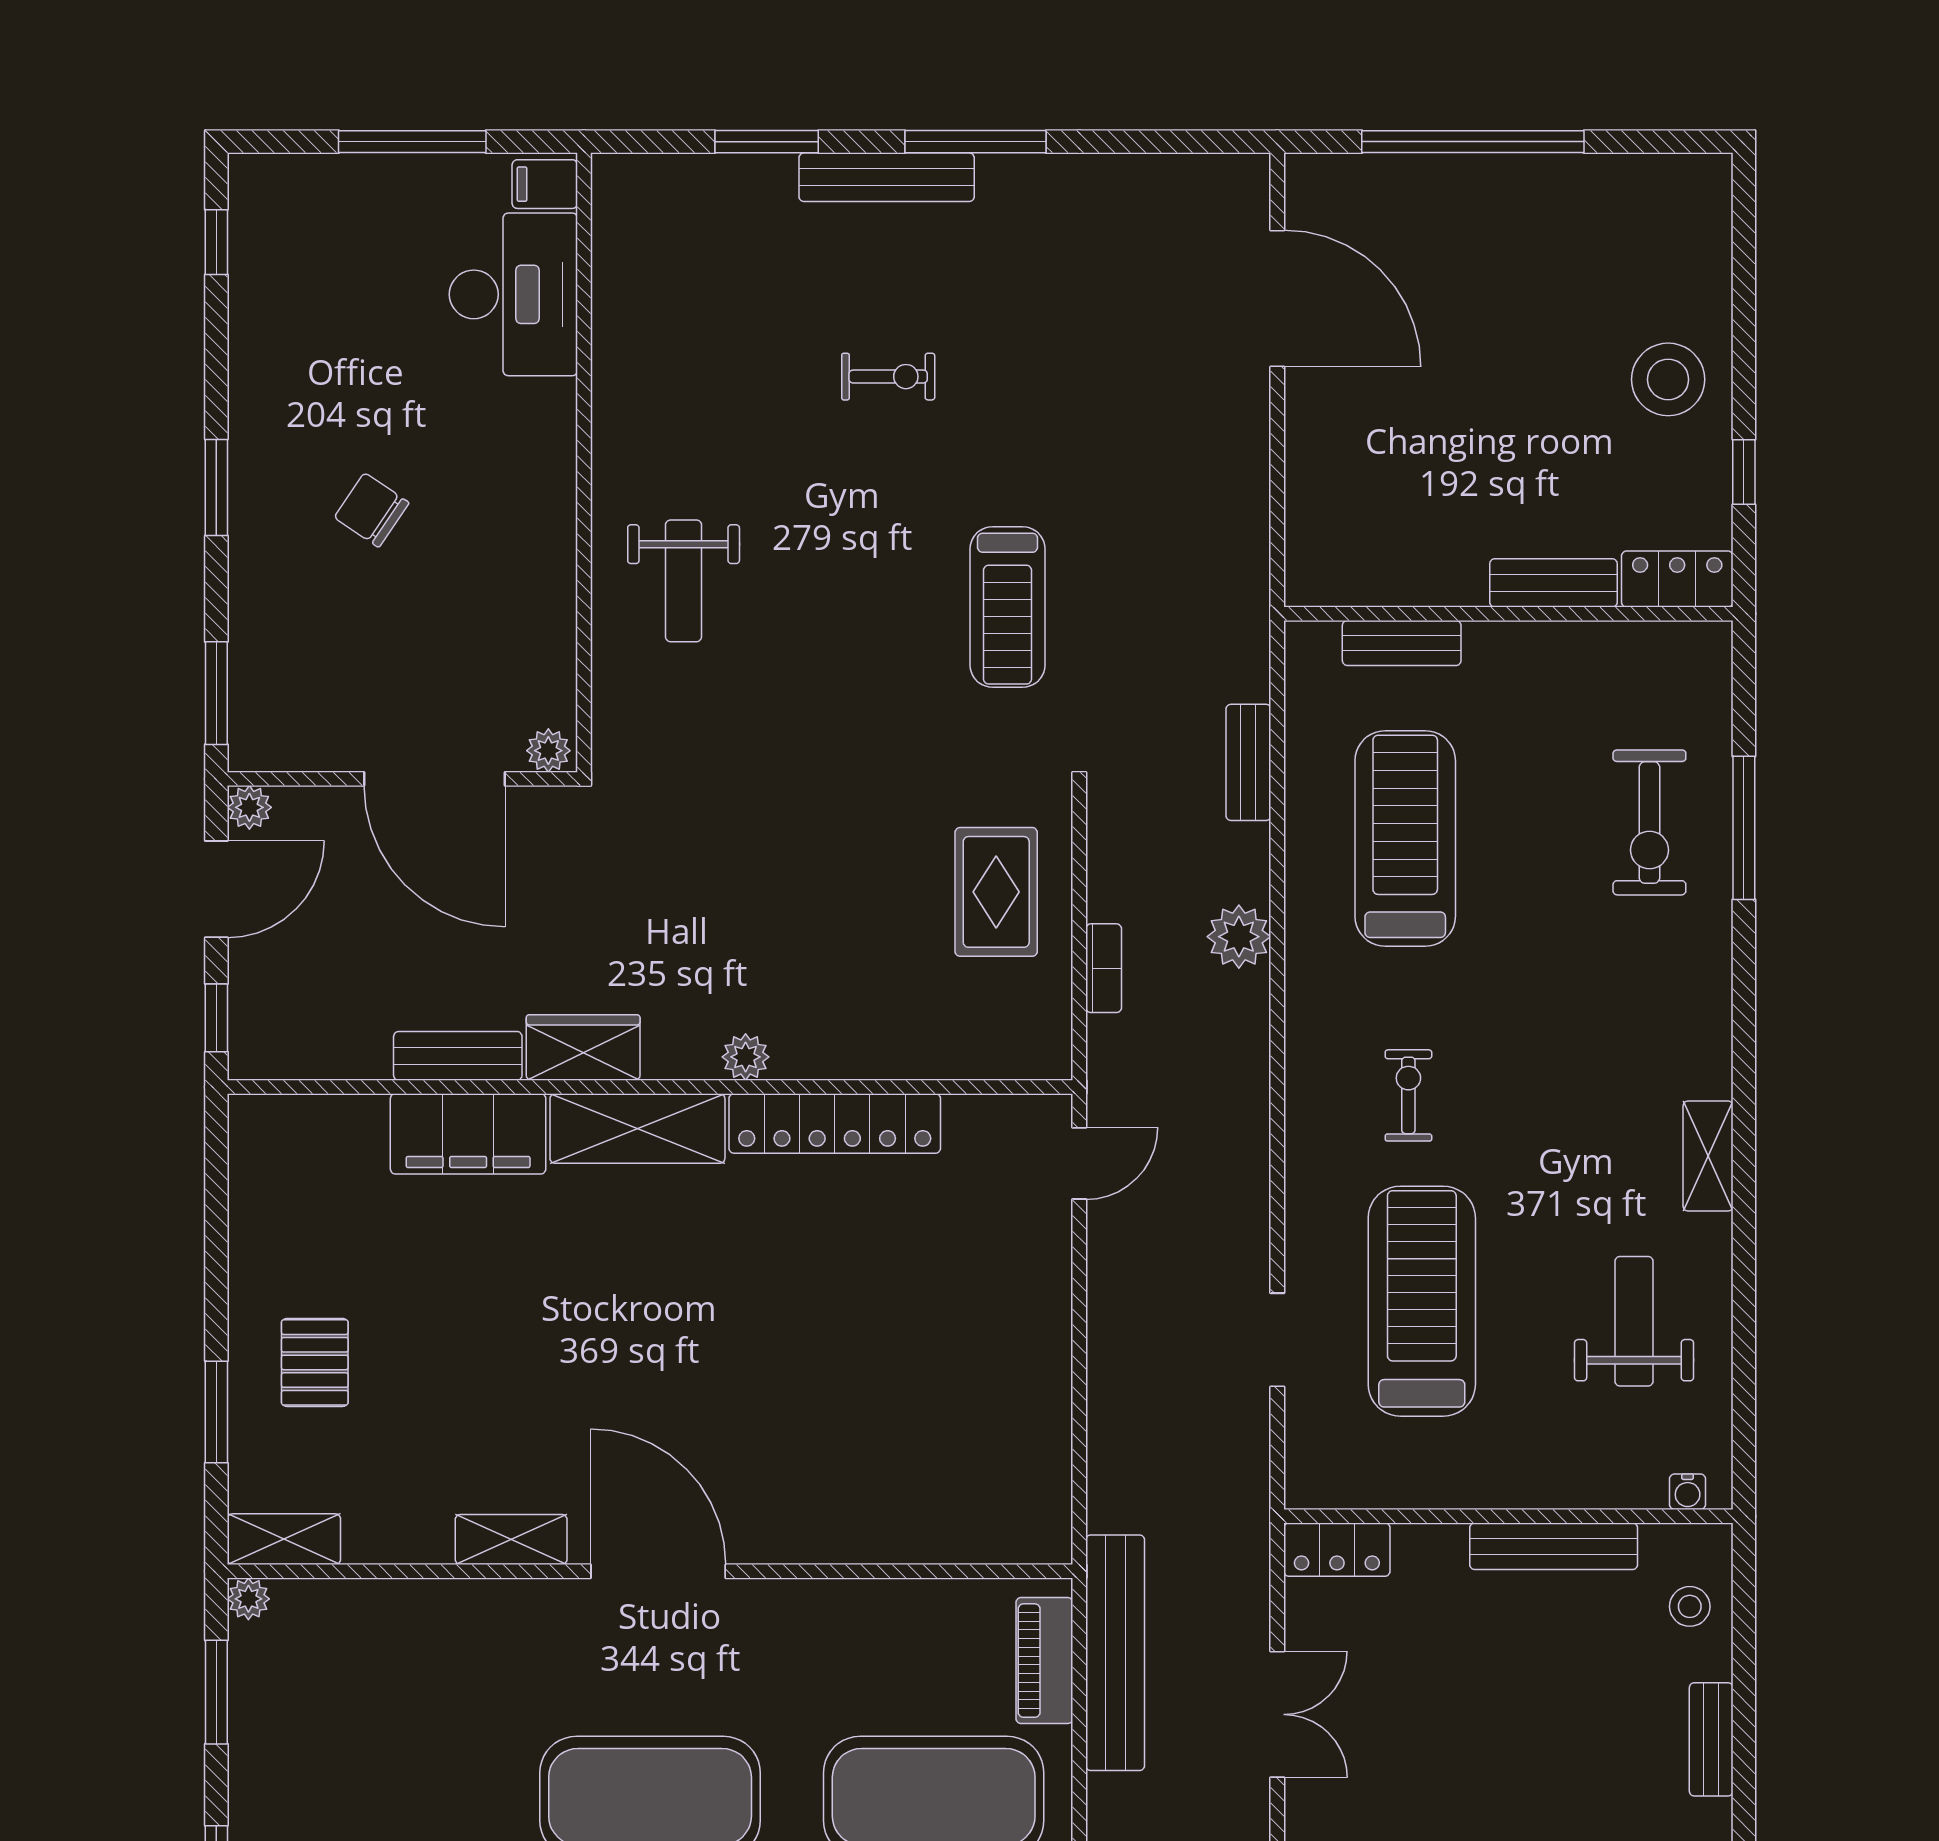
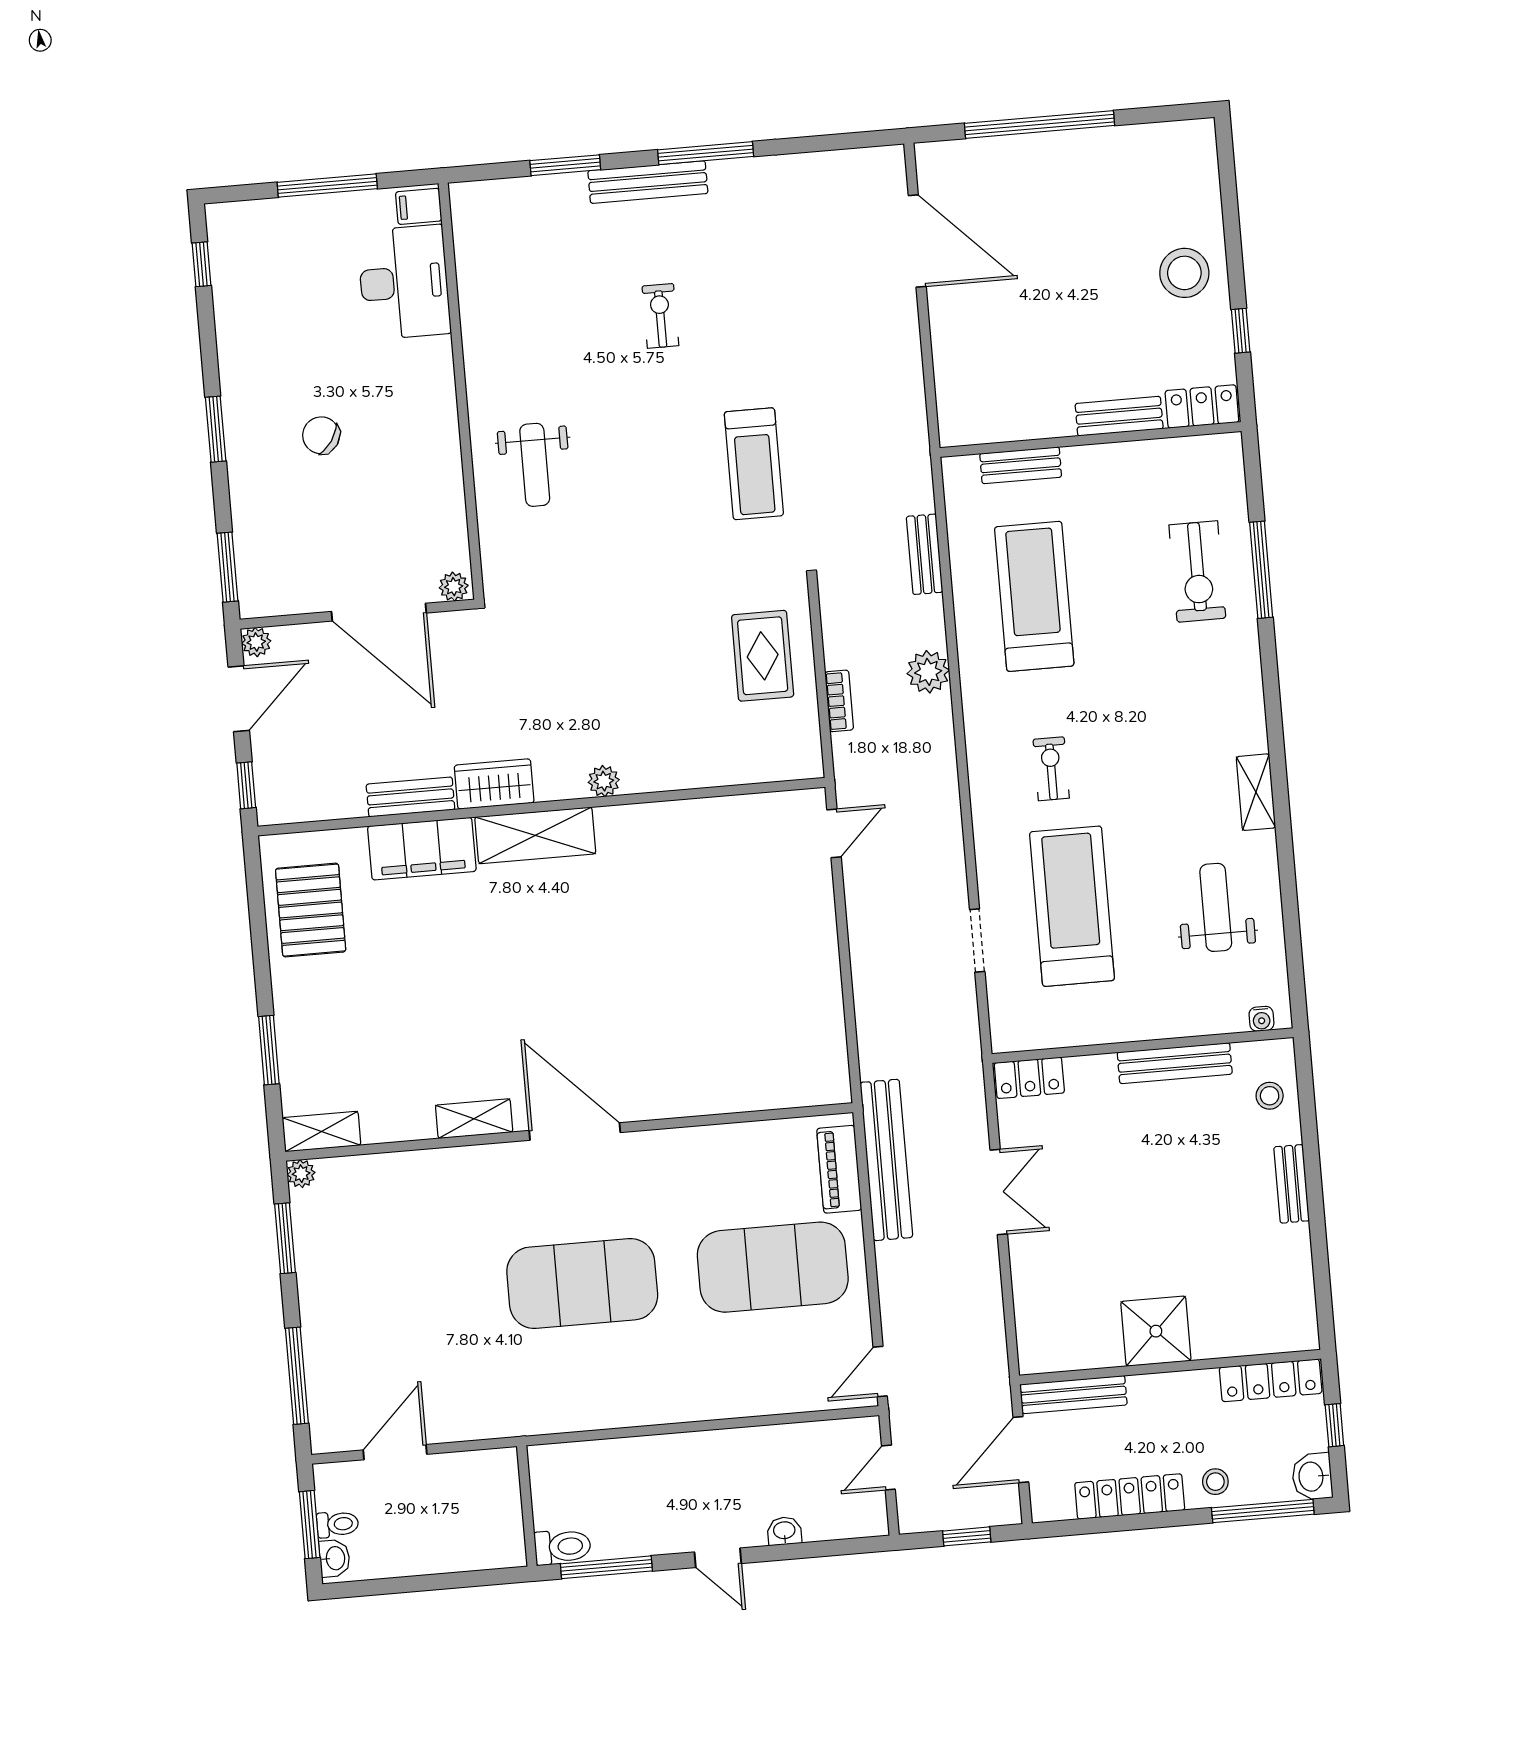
exercise bike: (888, 377) -> (660, 316), turned -90
locker: (835, 1123) -> (668, 821), removed
pallet: (315, 1362) -> (311, 910), moved, width x1.50, depth x1.42

